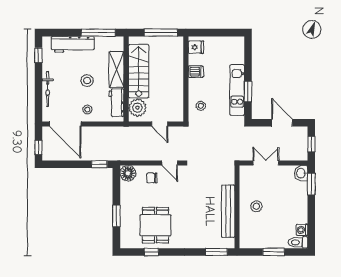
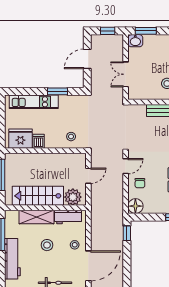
fridge: (196, 47) -> (20, 139), width x1.88, depth x1.34
kitchen unit: (237, 90) -> (34, 102), moved

